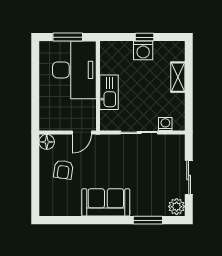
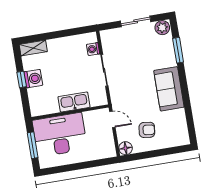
shelving: (178, 77) -> (33, 48), moved

